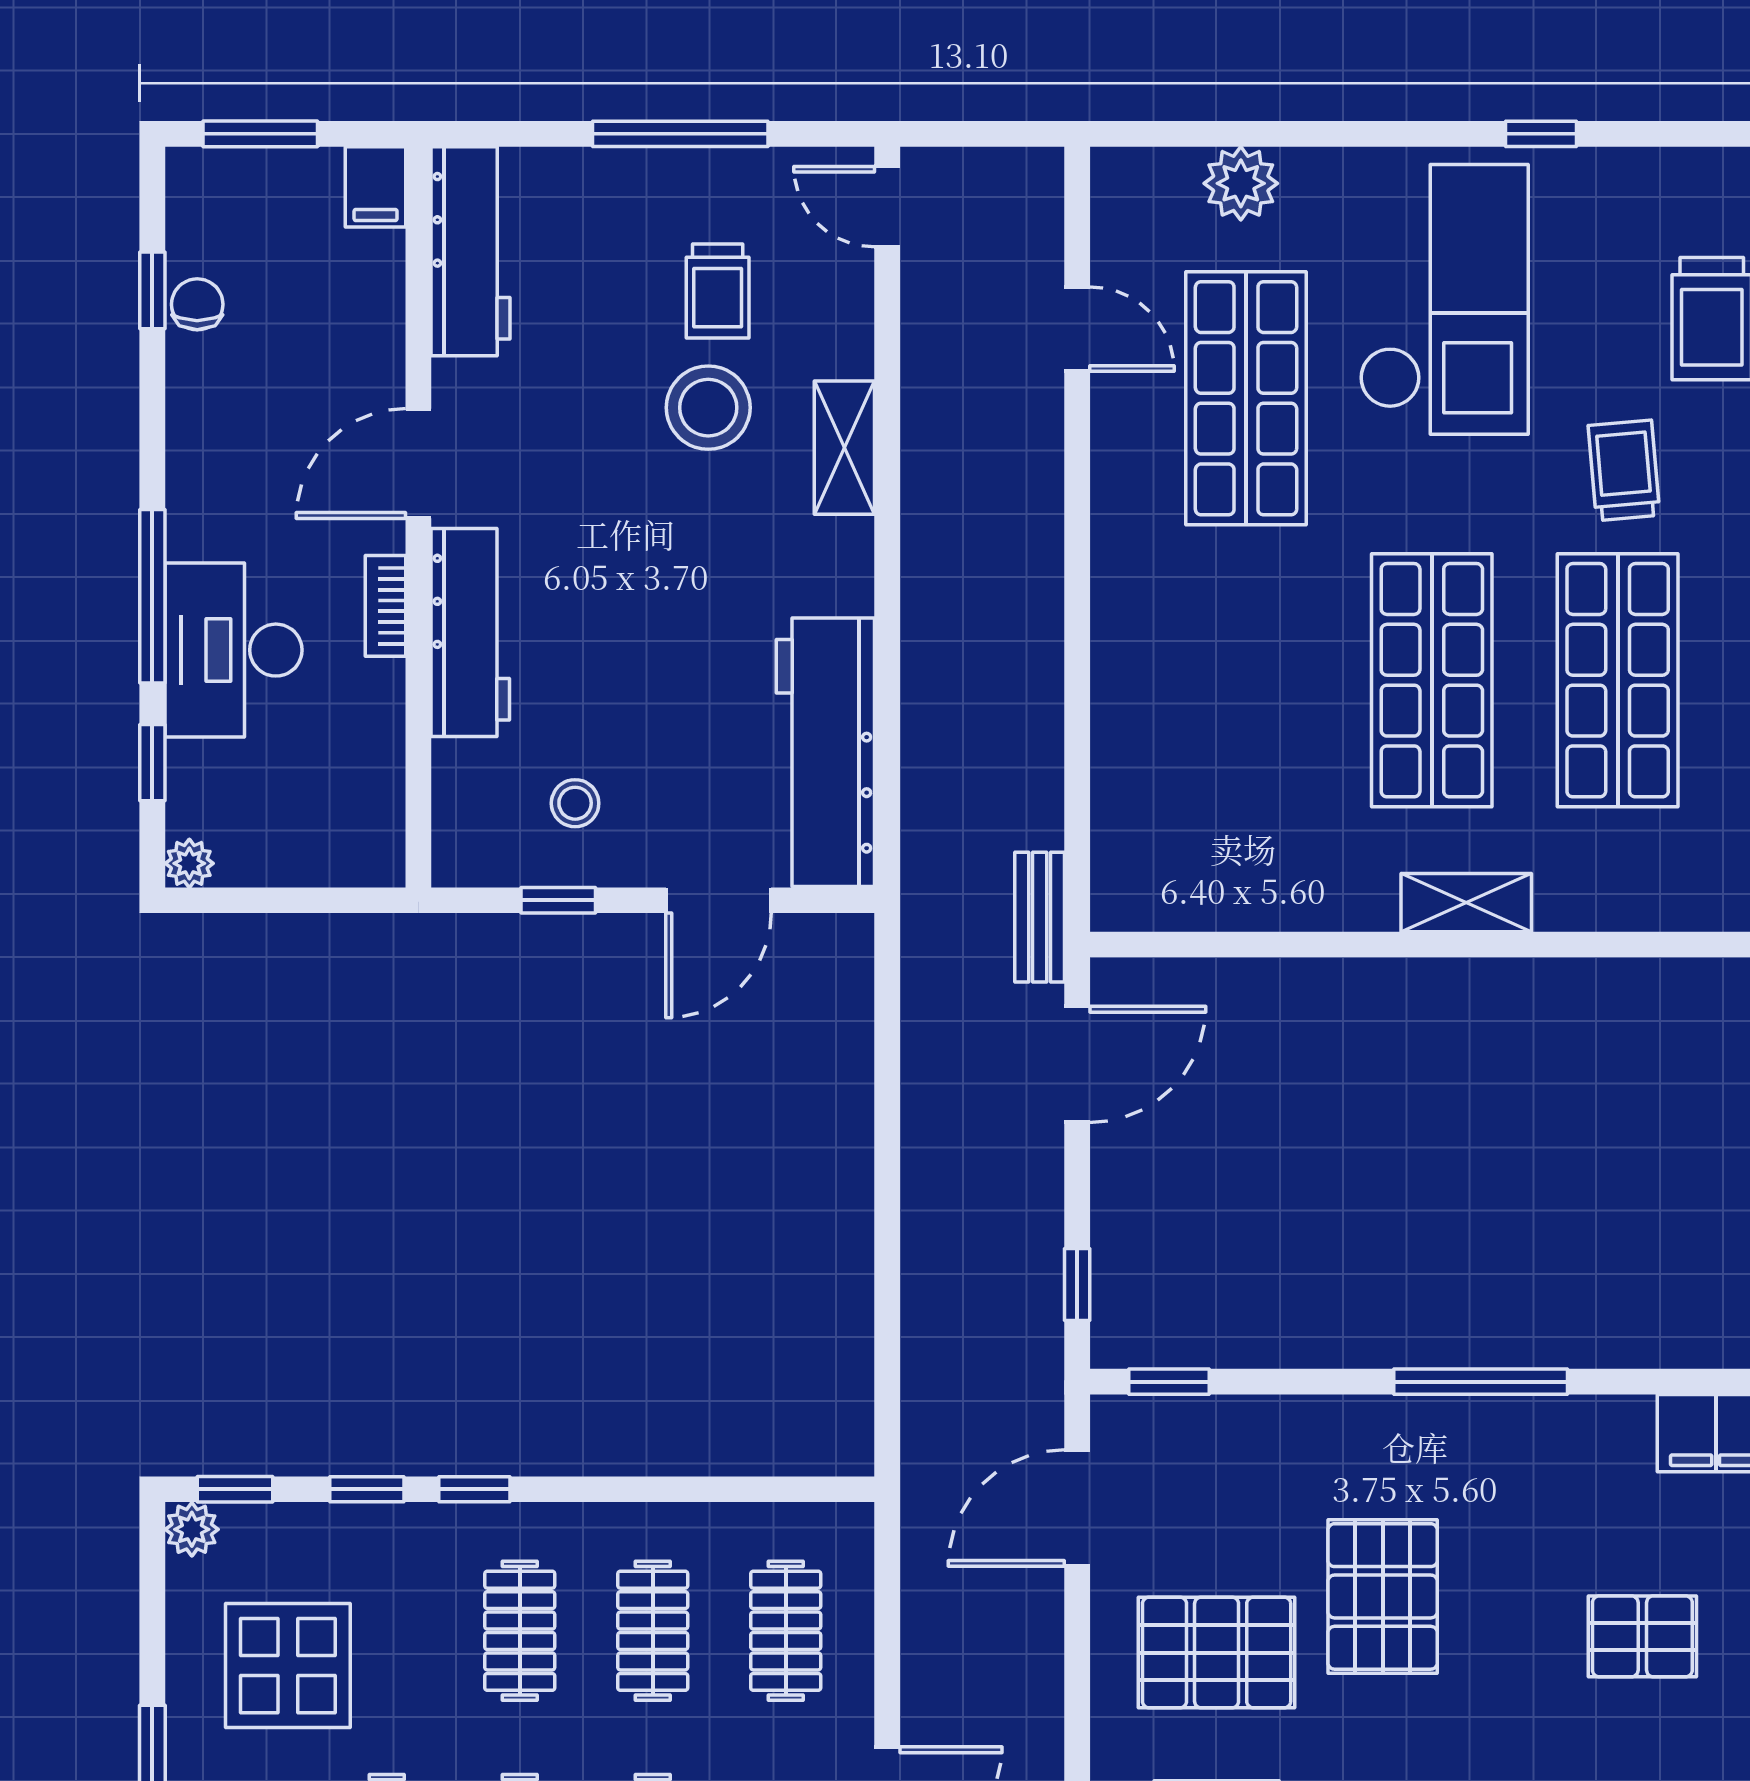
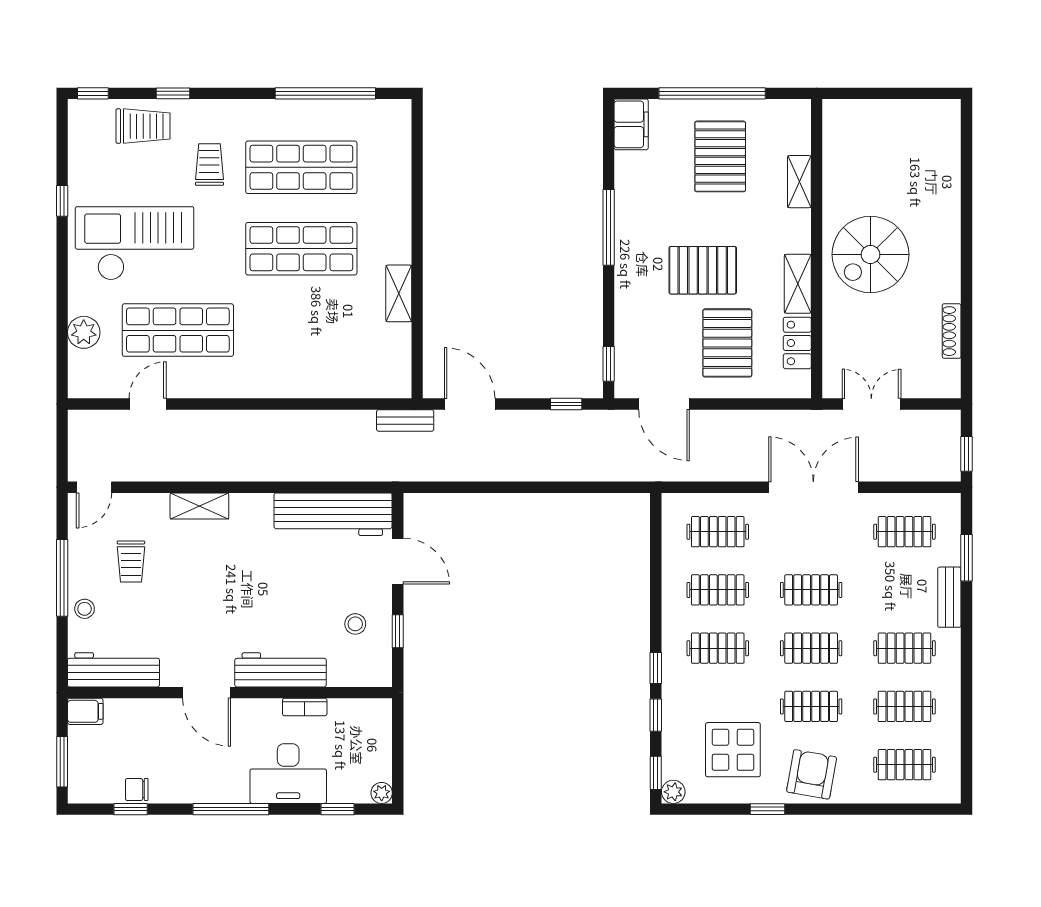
trolley: (718, 291) -> (131, 561), turned 90
stool: (708, 408) -> (85, 609), moved, width x0.53, depth x0.53
trolley: (1624, 470) -> (209, 165), turned 95
window: (152, 596) -> (231, 809), moved
bookcase: (386, 606) -> (305, 707), moved
shelving: (1466, 903) -> (399, 293), moved
pallet: (1642, 1636) -> (720, 156), width x1.50, depth x1.42

